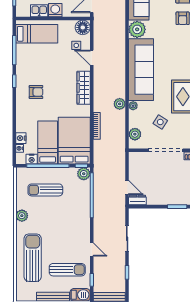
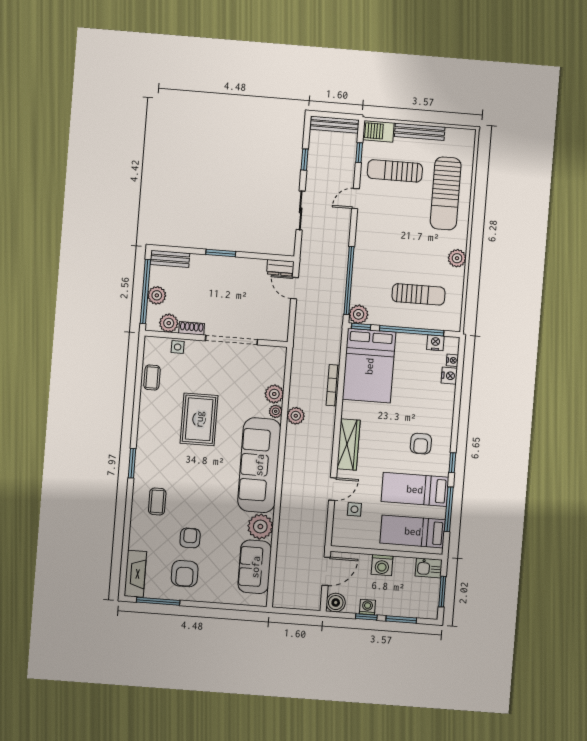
kitchen sink: (39, 11) -> (429, 568), moved
floor lamp: (83, 27) -> (343, 536), removed
door: (92, 58) -> (333, 489), hinge flipped
armchair: (36, 92) -> (421, 444), turned -90
side table: (160, 122) -> (236, 383), removed
plant: (135, 134) -> (274, 394), moved
bed: (48, 142) -> (415, 489), moved, turned 90
door: (92, 249) -> (355, 199), hinge flipped

